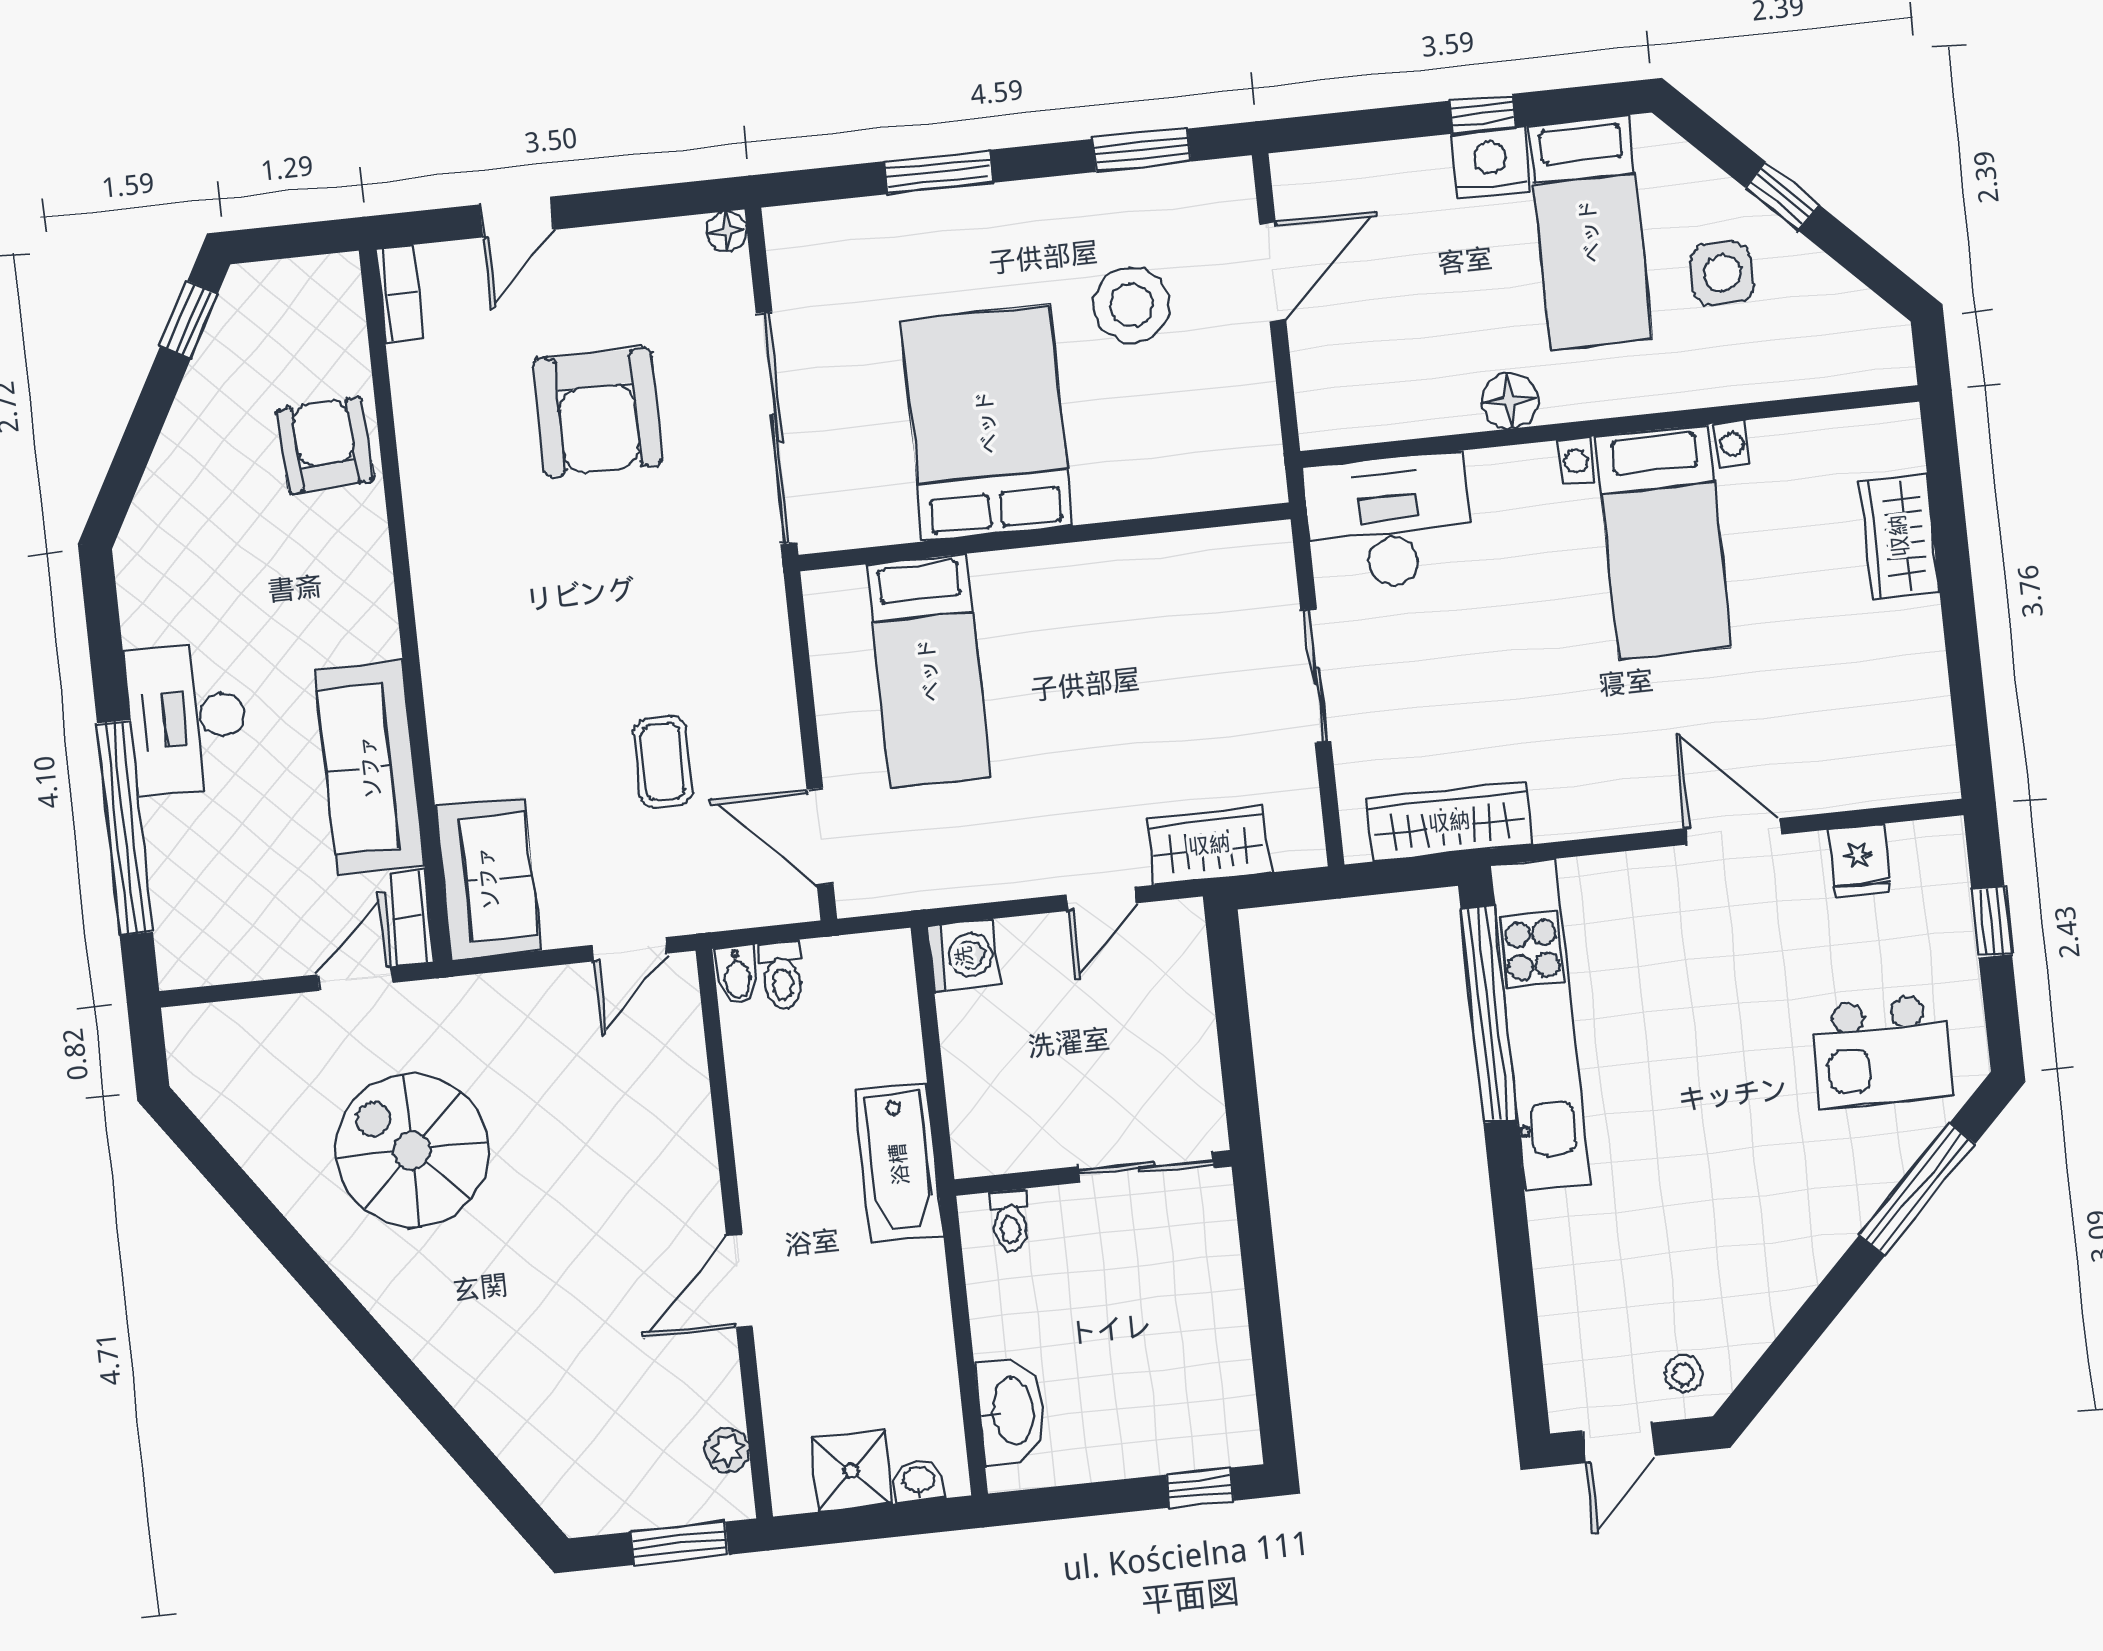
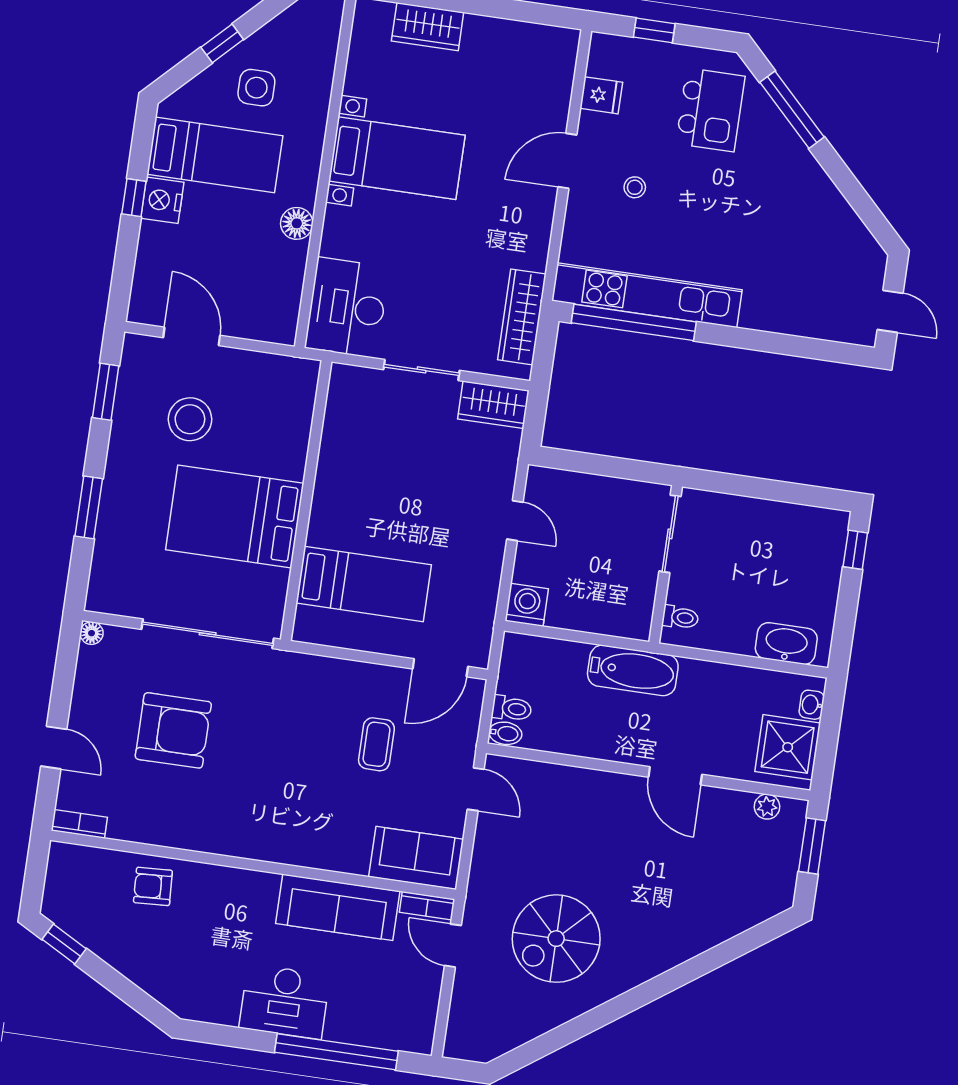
armchair: (325, 445) -> (153, 886), width x0.72, depth x0.72
coffee table: (663, 762) -> (376, 744), turned 90
wardrobe: (1209, 845) -> (493, 405), moved, turned -90
stool: (1684, 1374) -> (635, 187), moved
shower: (851, 1471) -> (788, 747), width x1.36, depth x1.36

